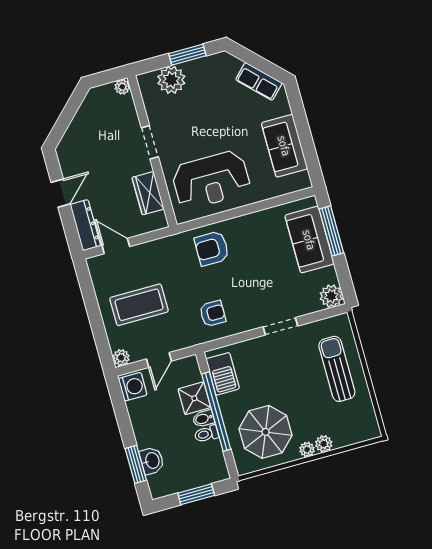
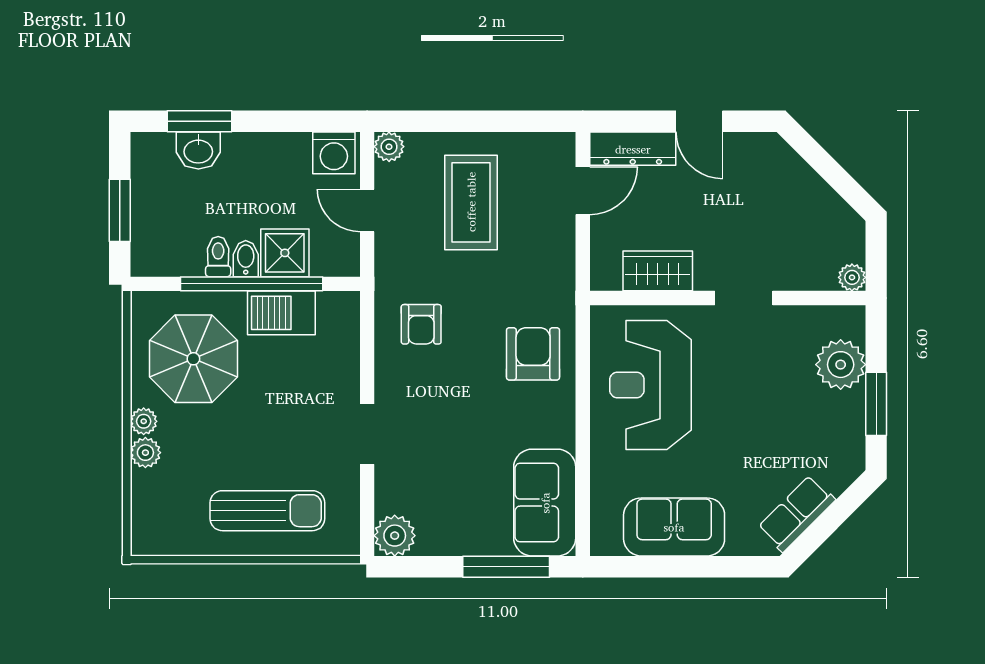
sofa: (309, 240) -> (545, 503), moved, turned -90
barbecue: (223, 374) -> (281, 313), moved

